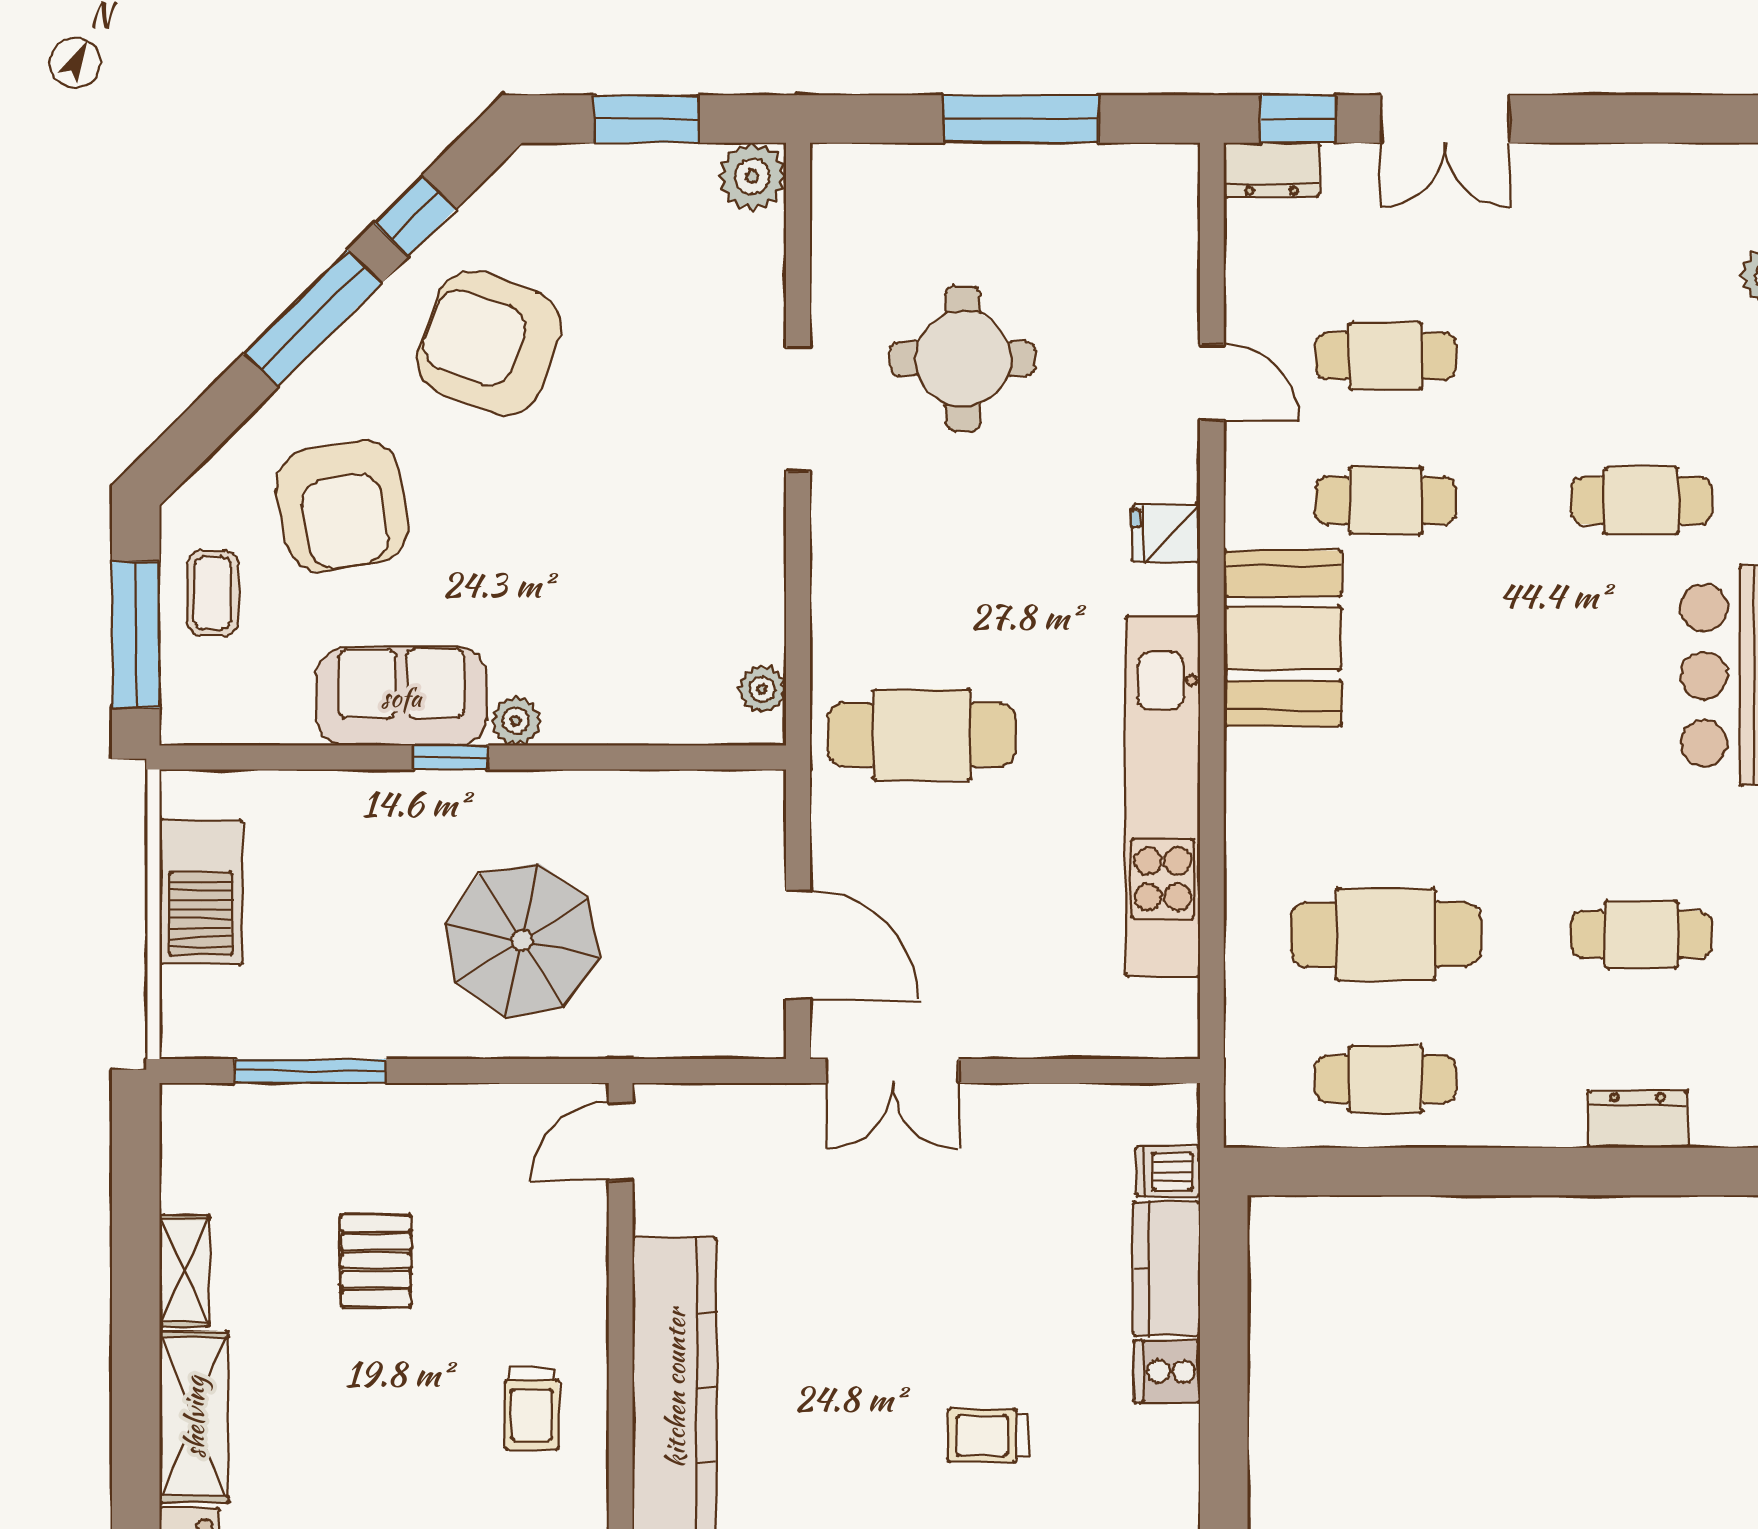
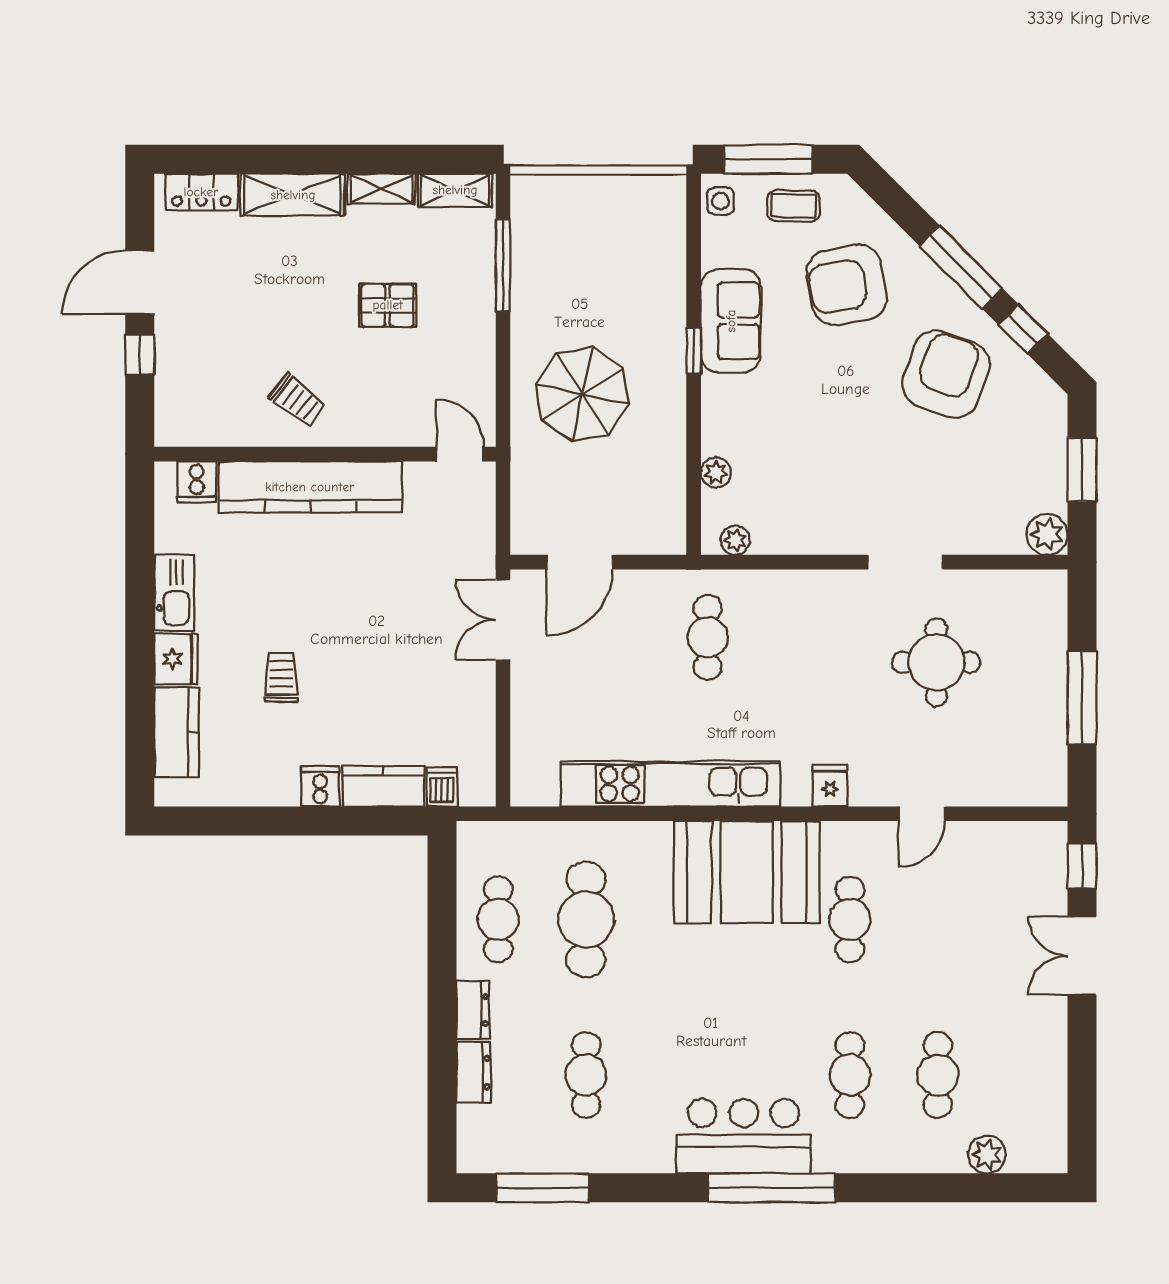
dresser: (1272, 170) -> (473, 1010), moved, turned 180
cafe table: (1386, 356) -> (938, 1075), moved
booth: (1283, 638) -> (747, 872), width x1.36, depth x1.42
side table: (204, 713) -> (721, 201), added
plant: (516, 721) -> (716, 473), moved
cafe table: (922, 735) -> (708, 637), width x0.73, depth x0.74
barbecue: (201, 892) -> (612, 199), removed
shelving: (187, 1150) -> (455, 190), added
trolley: (532, 1409) -> (298, 400), turned -142

